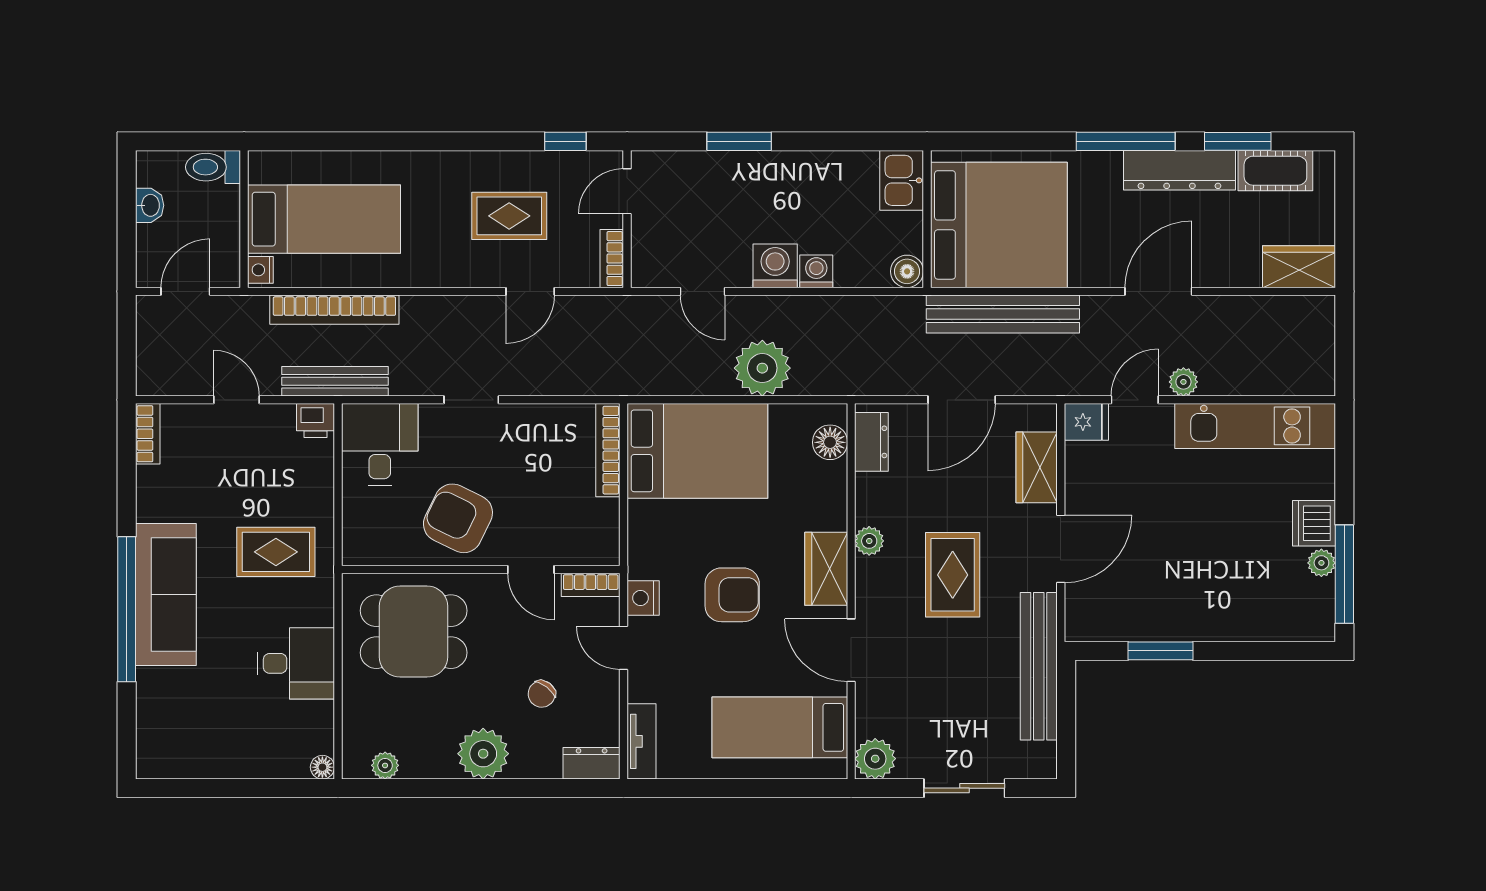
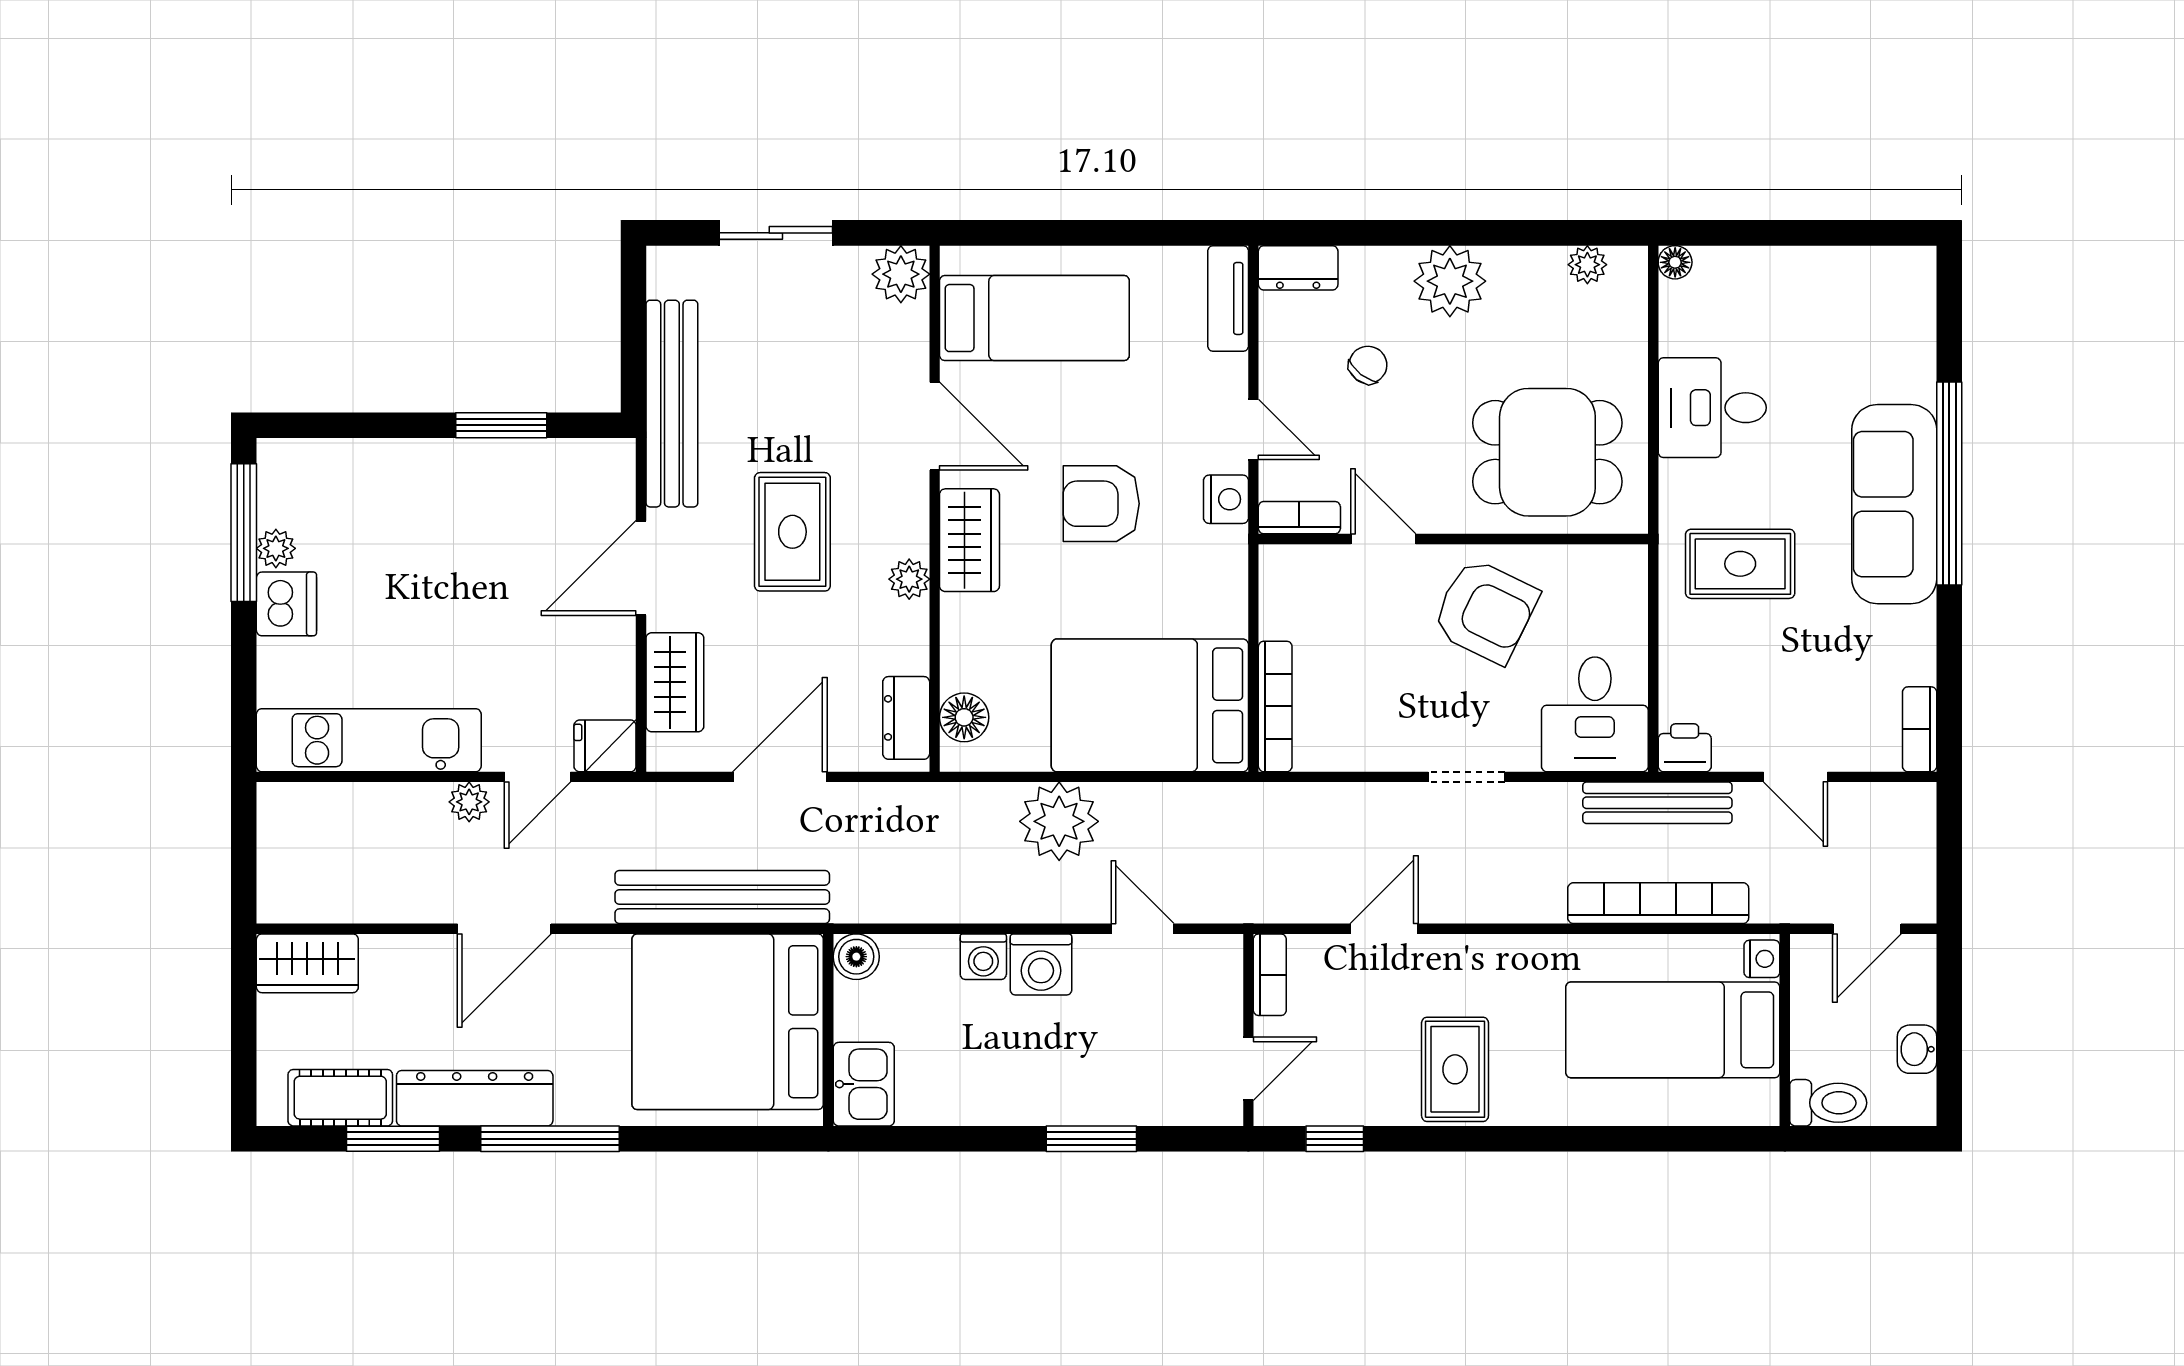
rug: (509, 216) -> (1455, 1069), moved, turned 90

